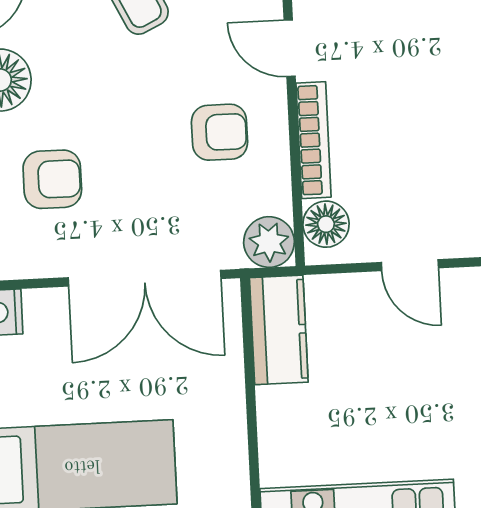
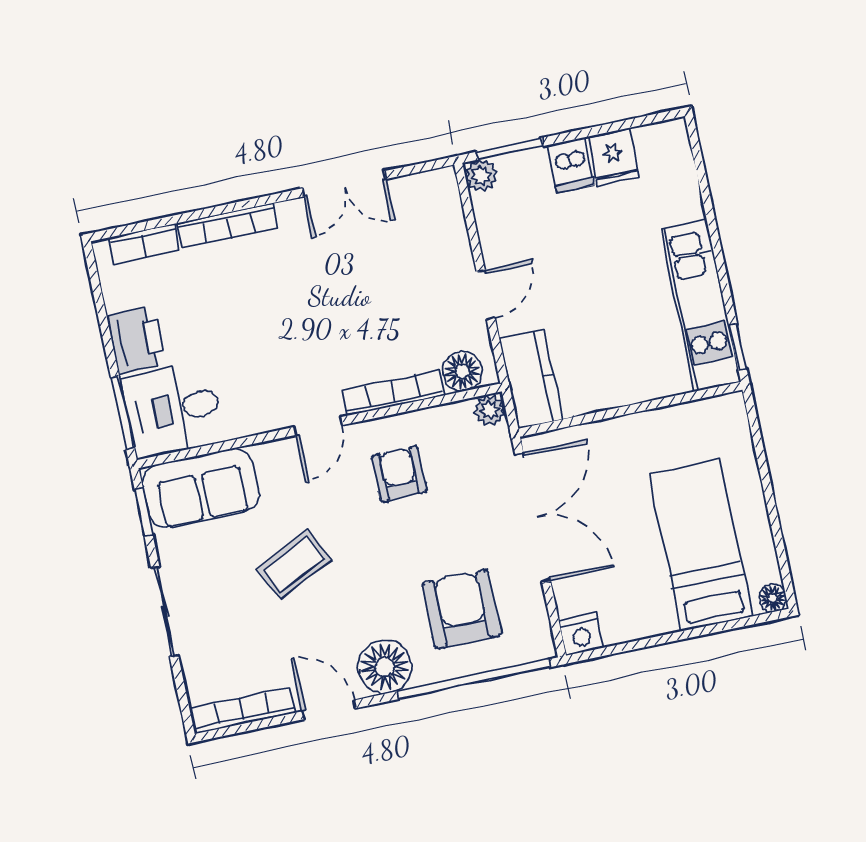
armchair: (52, 179) -> (462, 609), width x1.38, depth x1.38
plant: (269, 242) -> (490, 410), width x0.73, depth x0.73
kitchen counter: (279, 330) -> (531, 379), moved, turned 90

